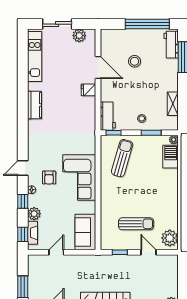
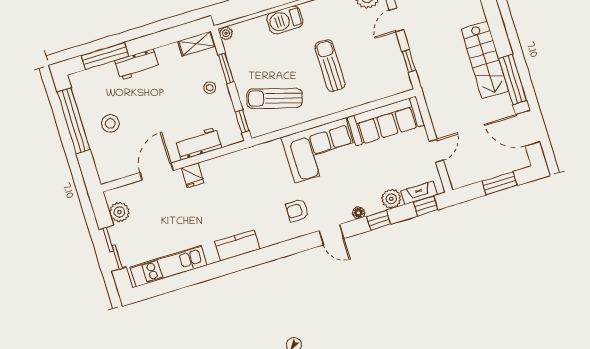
workbench: (171, 45) -> (137, 64), moved
stool: (135, 61) -> (110, 123), moved
shelving: (173, 104) -> (197, 44), moved
workbench: (108, 116) -> (199, 144), moved
barbecue: (171, 157) -> (285, 20), moved
armchair: (49, 177) -> (297, 210), moved, turned 180
sun lounger: (136, 224) -> (330, 66), moved
sofa: (85, 232) -> (386, 121), width x1.36
door: (56, 252) -> (436, 151), swing flipped

